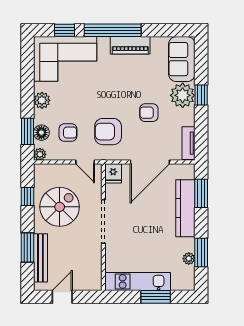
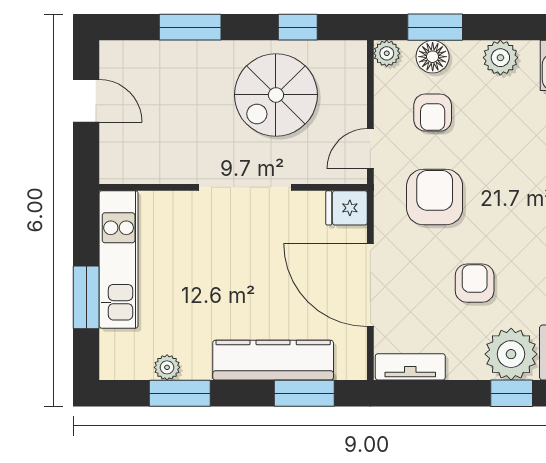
spiral stairs: (60, 207) -> (276, 95), turned 90
bench: (40, 258) -> (168, 55), removed

